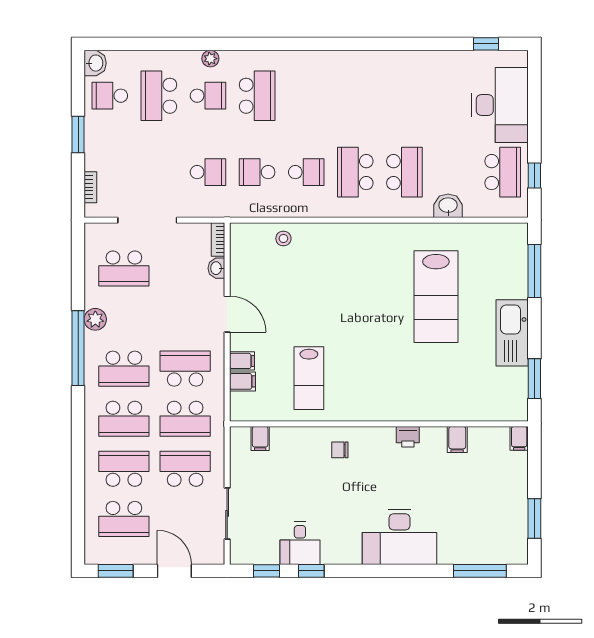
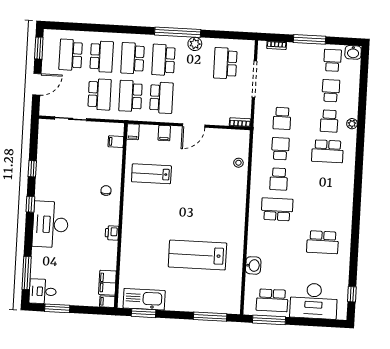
school desk: (159, 96) -> (331, 91), width x0.54
window: (78, 135) -> (310, 39), width x1.44
school desk: (404, 172) -> (323, 242), moved
window: (534, 175) -> (269, 320), width x2.17
washbasin: (216, 268) -> (222, 120), removed
kitchen sink: (512, 333) -> (144, 299), moved
filing cabinet: (242, 381) -> (133, 132), moved
filing cabinet: (457, 440) -> (107, 283), moved, width x2.00
desk: (300, 543) -> (43, 291), moved
window: (267, 571) -> (30, 204), moved

